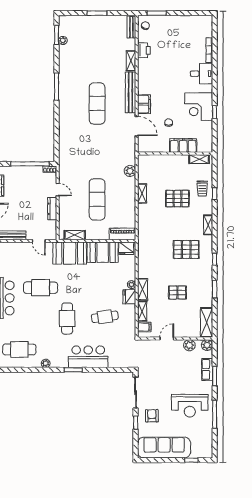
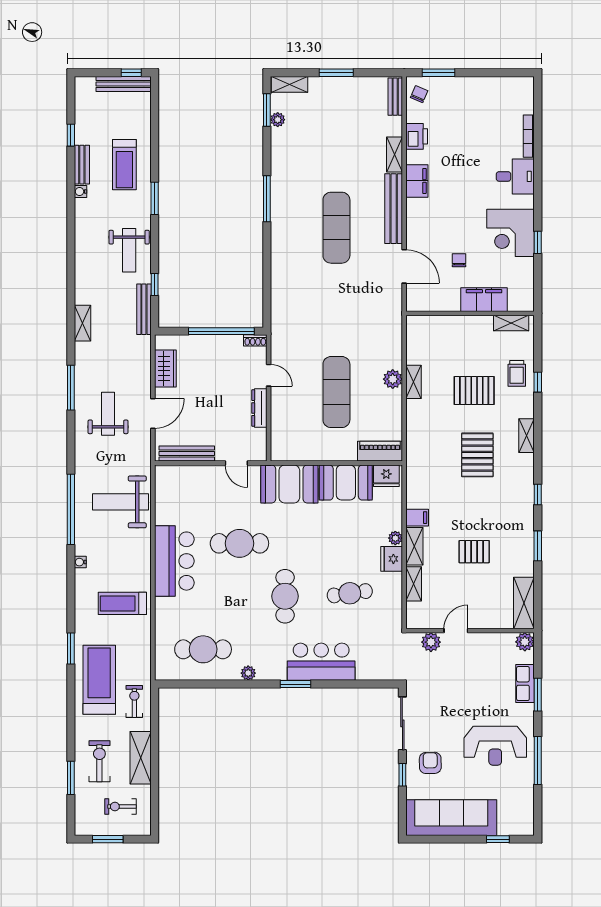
filing cabinet: (144, 104) -> (417, 181), moved
plant: (130, 171) -> (393, 379), moved
shelving: (75, 235) -> (290, 84), moved
pallet: (186, 249) -> (477, 455), moved, turned 90
filing cabinet: (144, 327) -> (417, 518), moved
plant: (189, 345) -> (431, 642), moved

